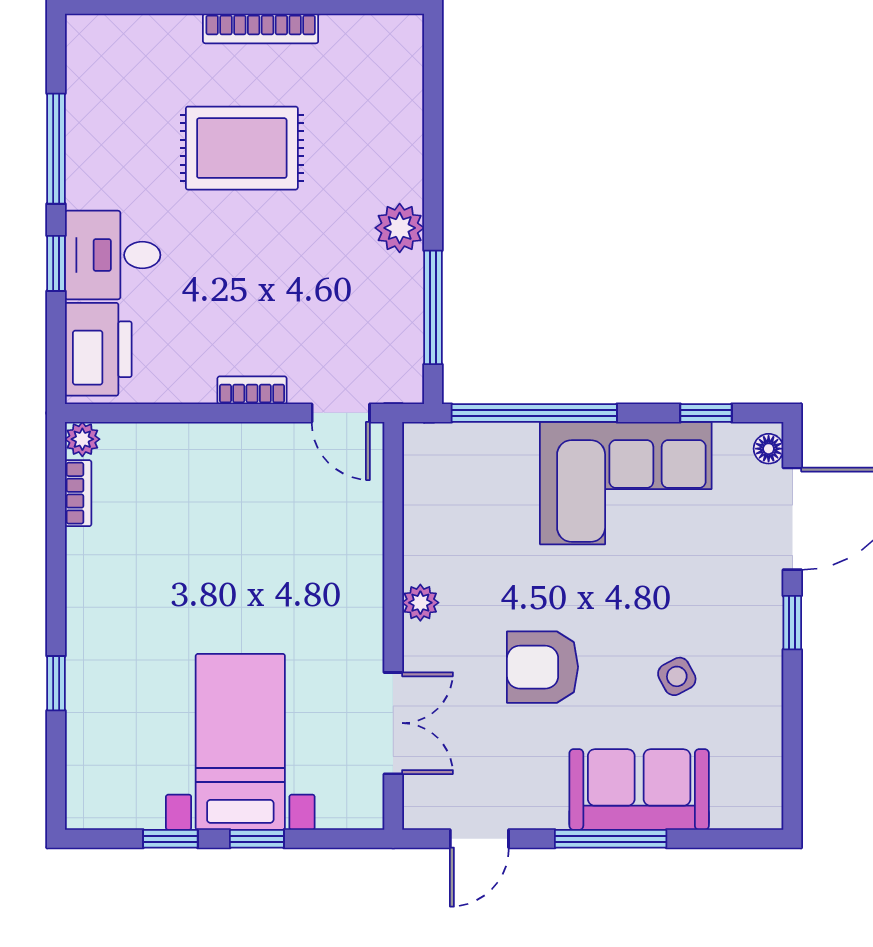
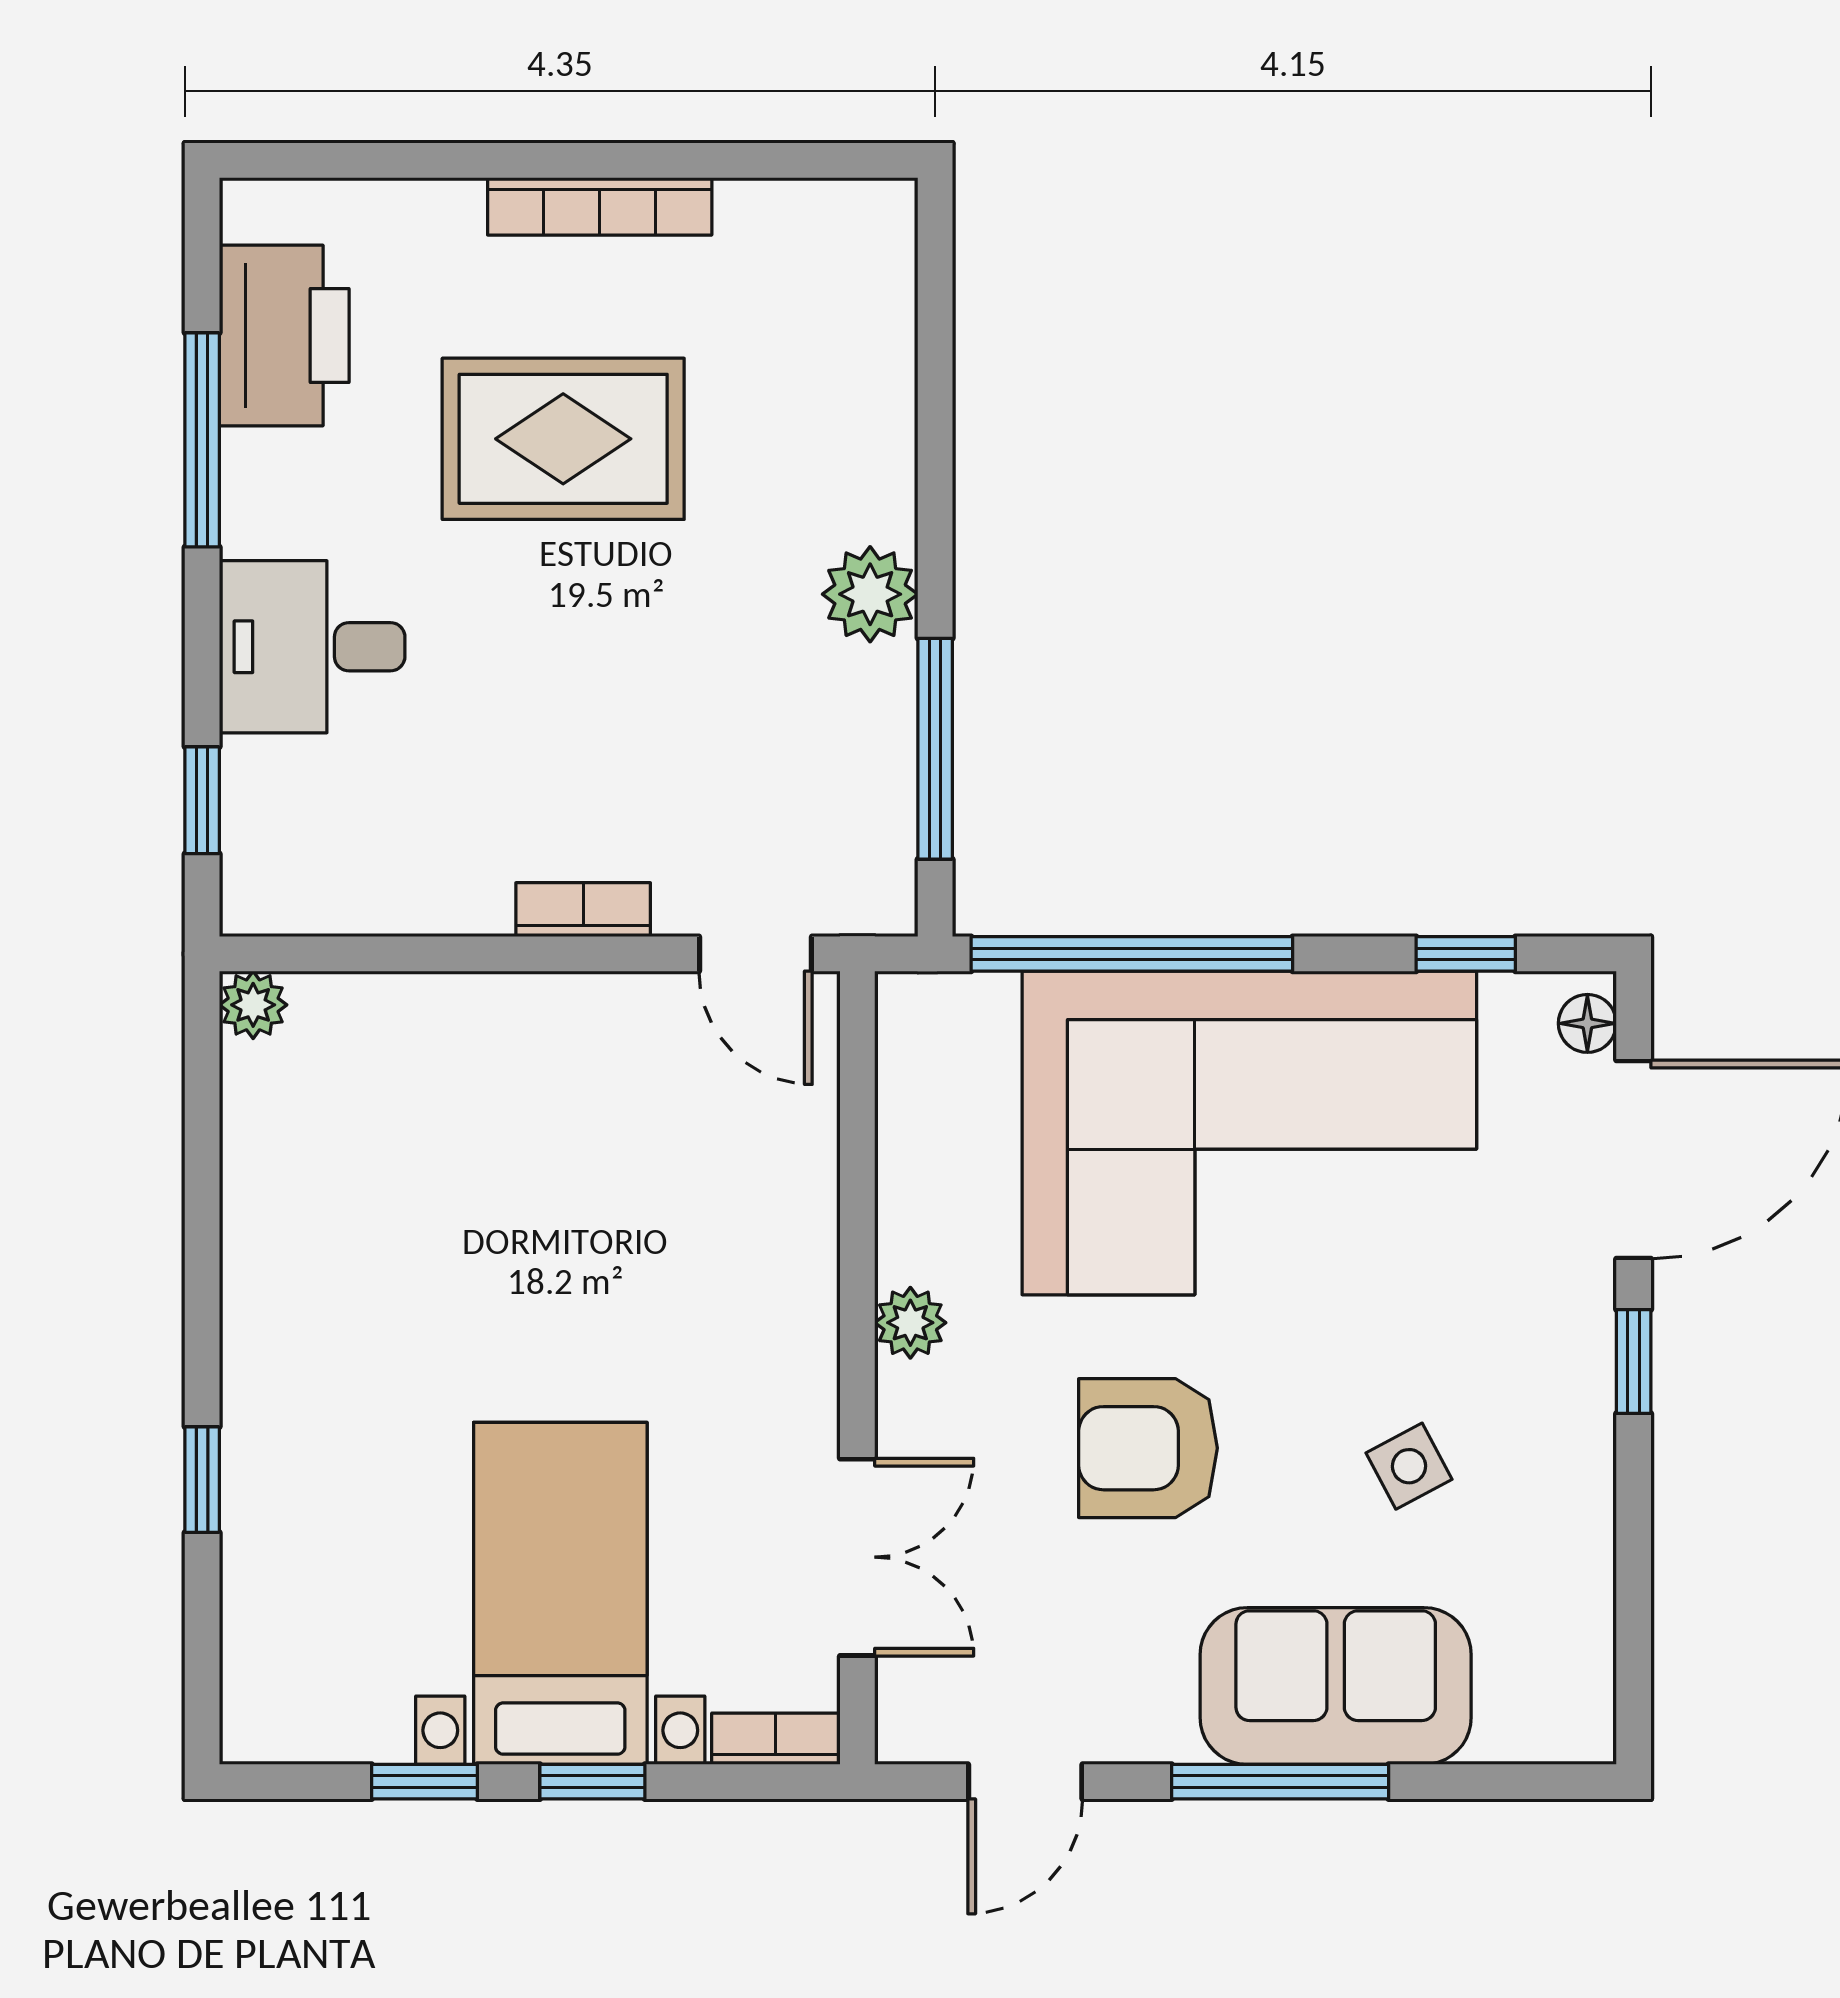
window: (56, 263) -> (202, 800), moved
printer: (98, 349) -> (284, 335), moved
corner sofa: (626, 483) -> (1249, 1133), width x1.36, depth x1.36
bookcase: (78, 493) -> (776, 1739), moved, turned -90

